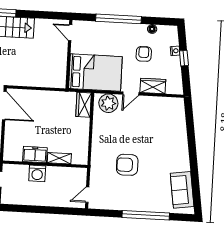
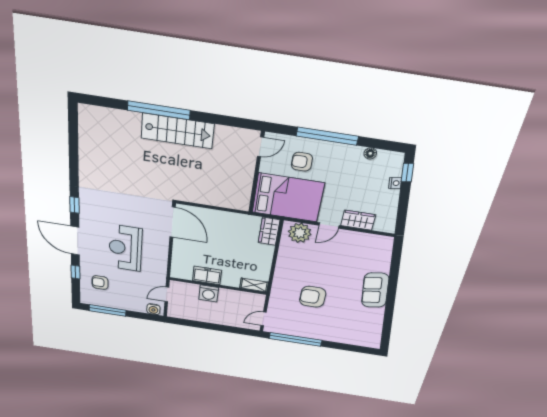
door: (70, 33) -> (261, 147), swing flipped
armchair: (144, 54) -> (302, 162), moved, turned -90
window: (184, 58) -> (407, 173), moved
shelving: (59, 158) -> (254, 285), moved
sofa: (182, 190) -> (375, 290), moved
window: (146, 215) -> (296, 339), moved

